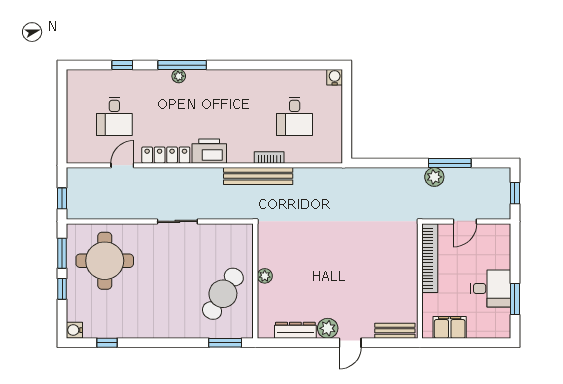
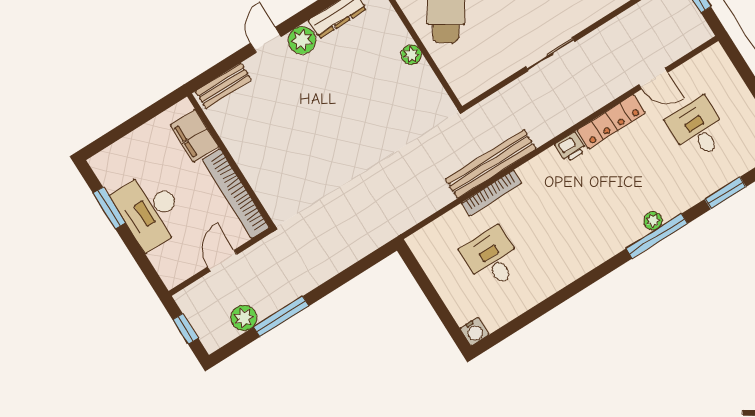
window: (122, 65) -> (725, 193), width x1.50
printer: (209, 151) -> (571, 147), width x0.53, depth x0.68
bookcase: (269, 157) -> (492, 193), width x1.56
door: (122, 165) -> (653, 79), hinge flipped
plant: (434, 177) -> (244, 318), moved
desk: (490, 289) -> (150, 210), width x1.37
filing cabinet: (450, 327) -> (194, 136), moved, turned 90

